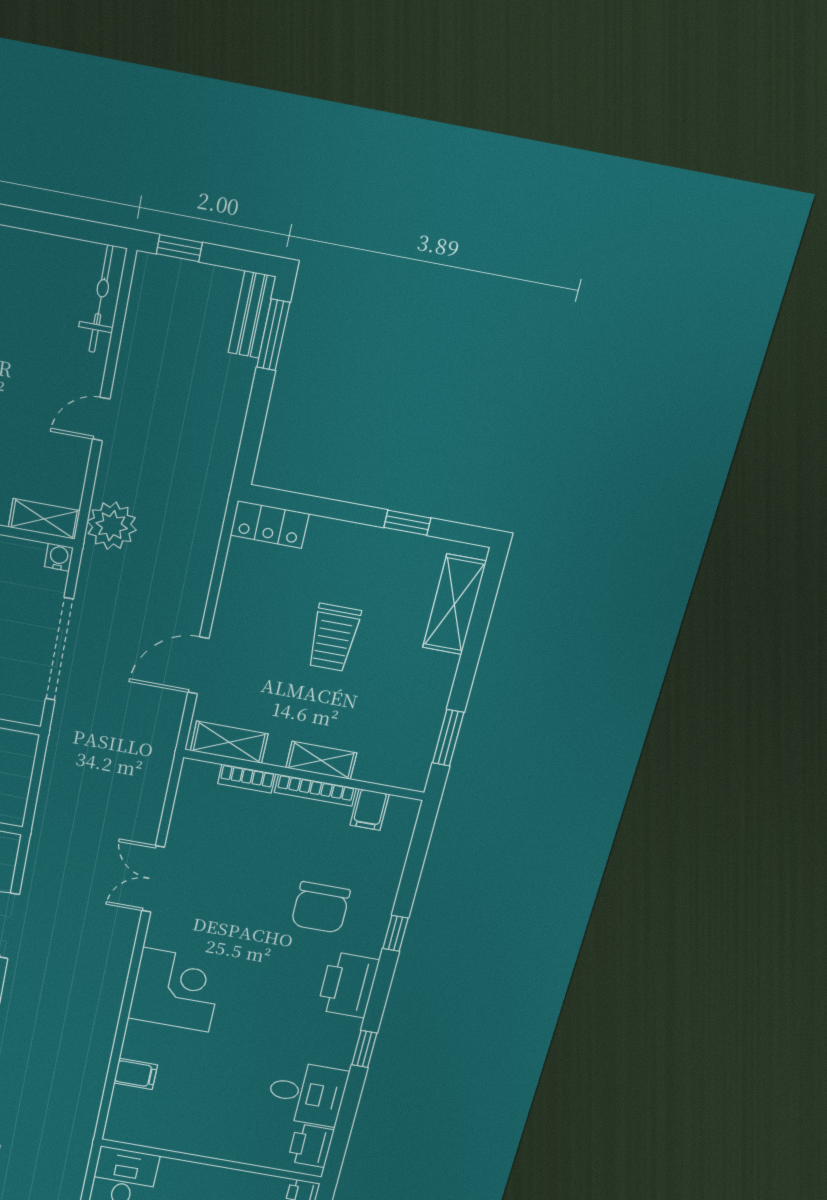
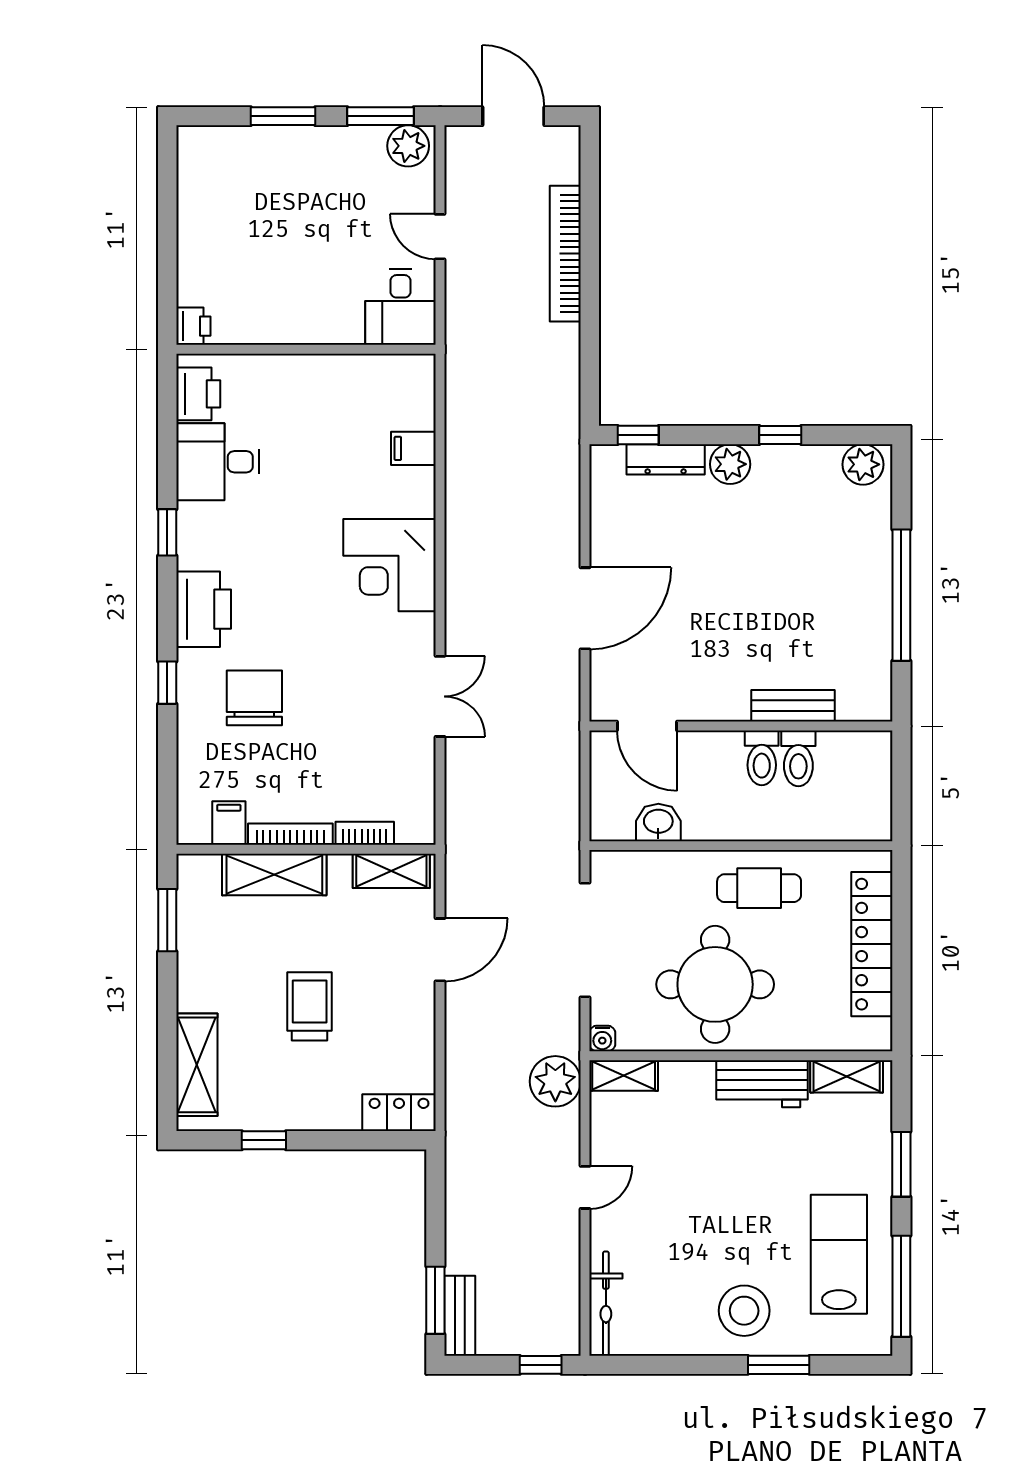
shelving: (321, 760) -> (274, 874), width x1.50, depth x1.33

